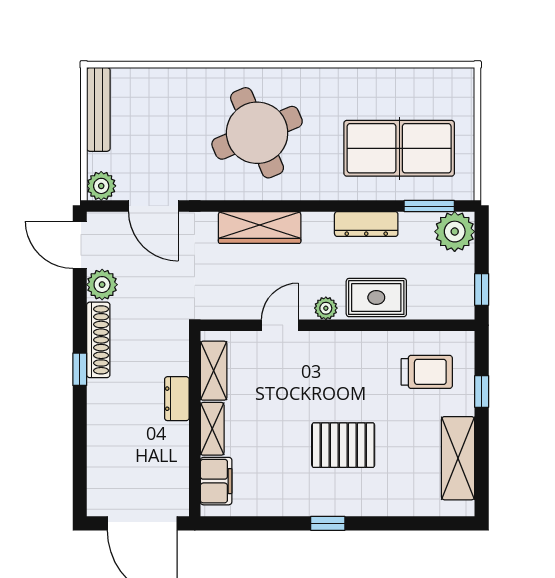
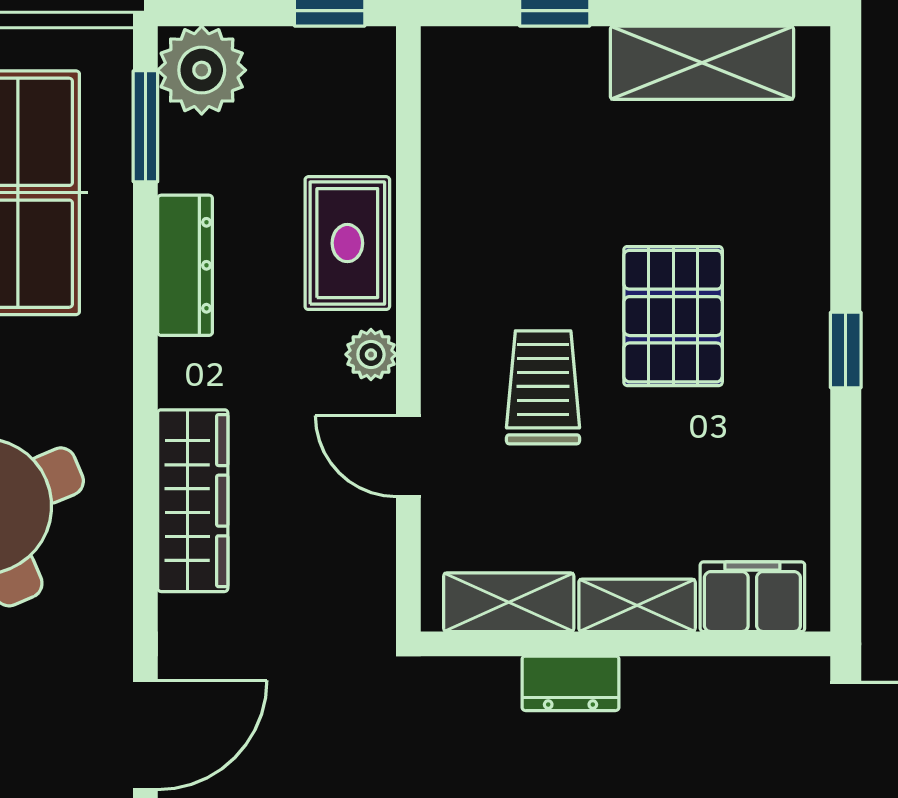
trolley: (427, 372) -> (543, 387), moved

